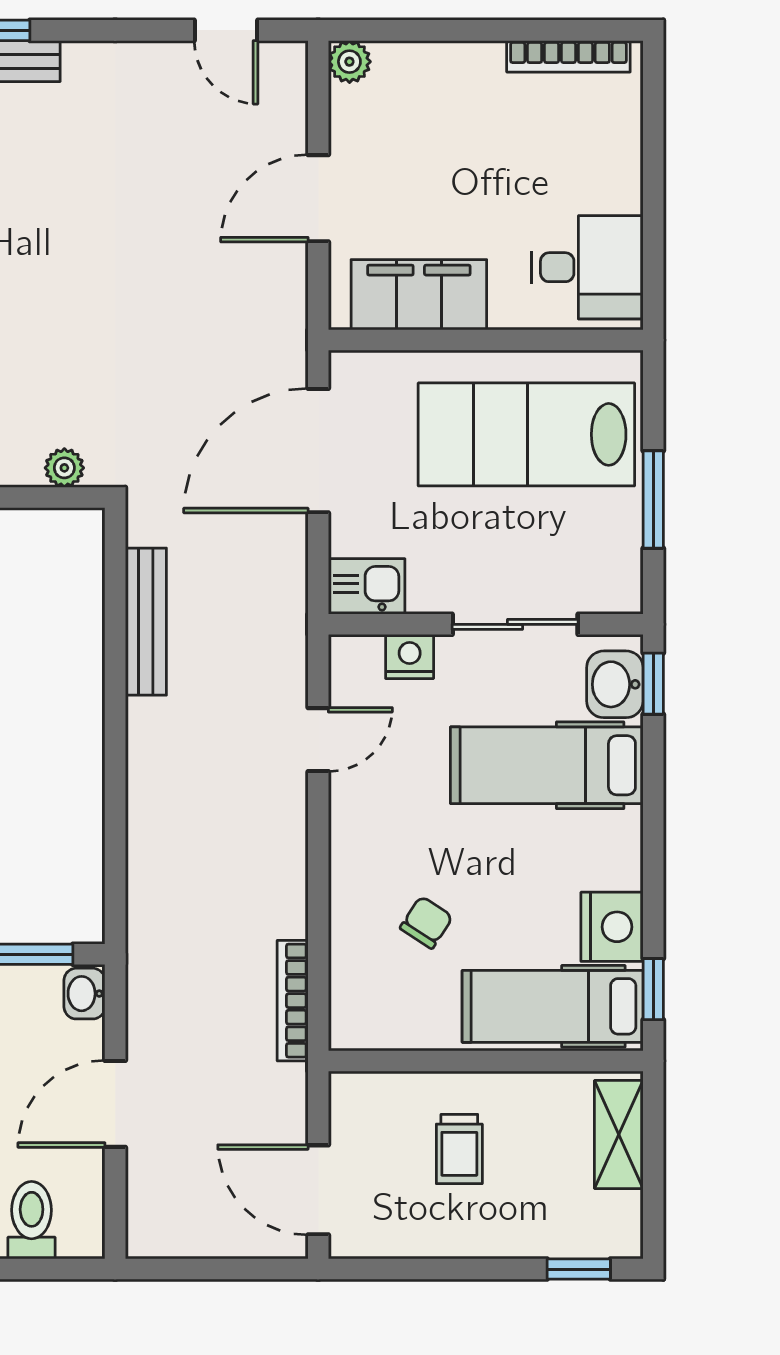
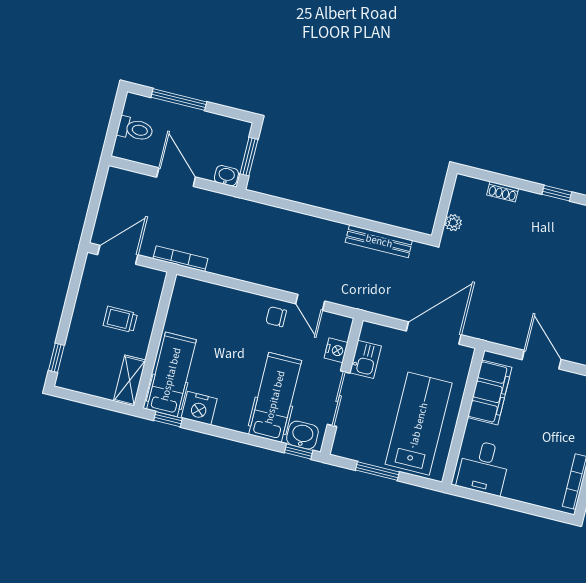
door: (318, 451) -> (434, 333), hinge flipped
kitchen sink: (367, 586) -> (366, 359), moved
chair: (426, 922) -> (276, 317), moved, turned 147
bookcase: (293, 1001) -> (180, 259), moved
shelving: (619, 1135) -> (130, 381), moved, turned 90

